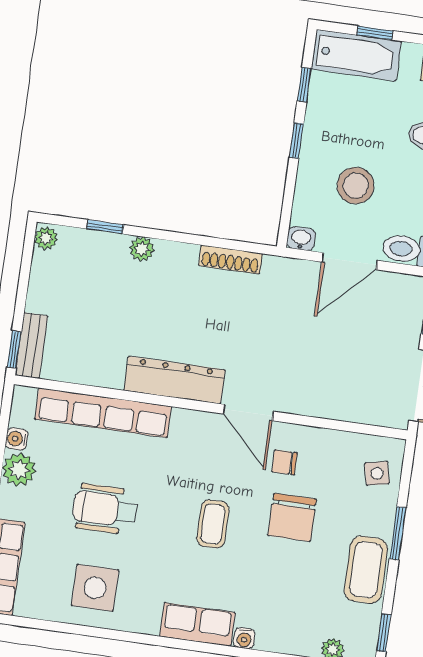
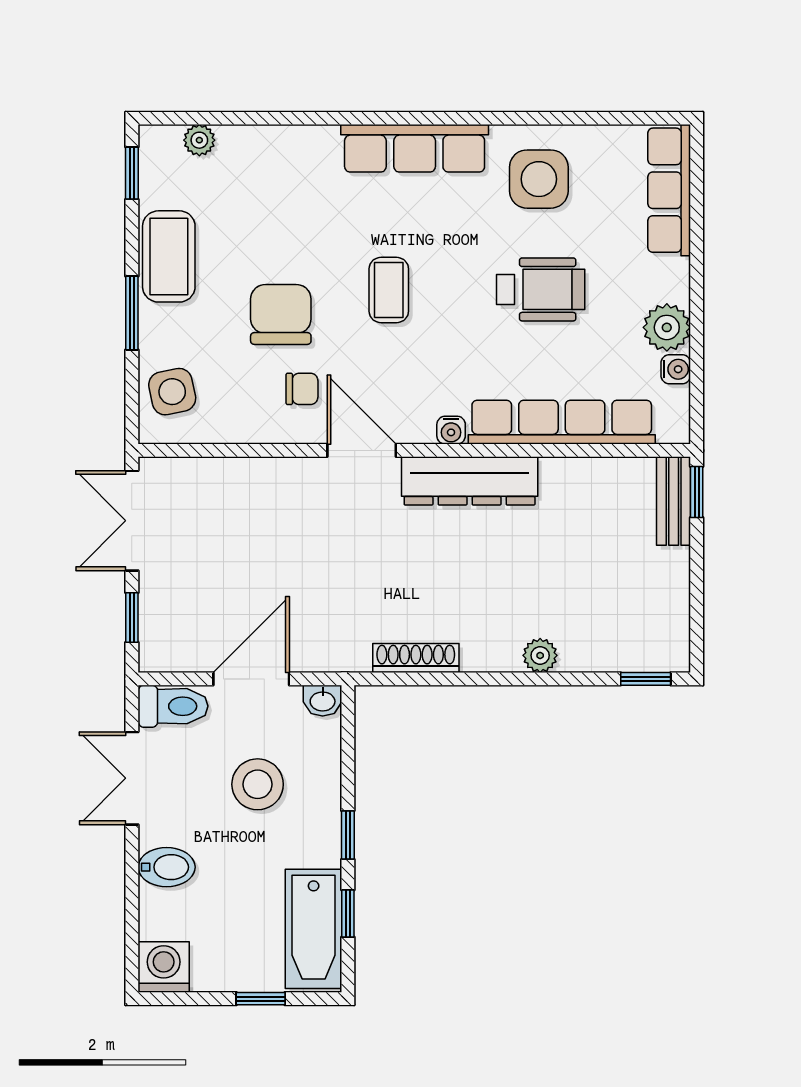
bathtub: (356, 55) -> (314, 929), moved, turned -90
window: (105, 227) -> (646, 679), moved
plant: (46, 238) -> (674, 652), removed
side table: (377, 473) -> (172, 392), width x1.37, depth x1.37
row of seats: (197, 624) -> (415, 148), width x1.48
water cooler: (244, 638) -> (451, 430), moved, turned 180

